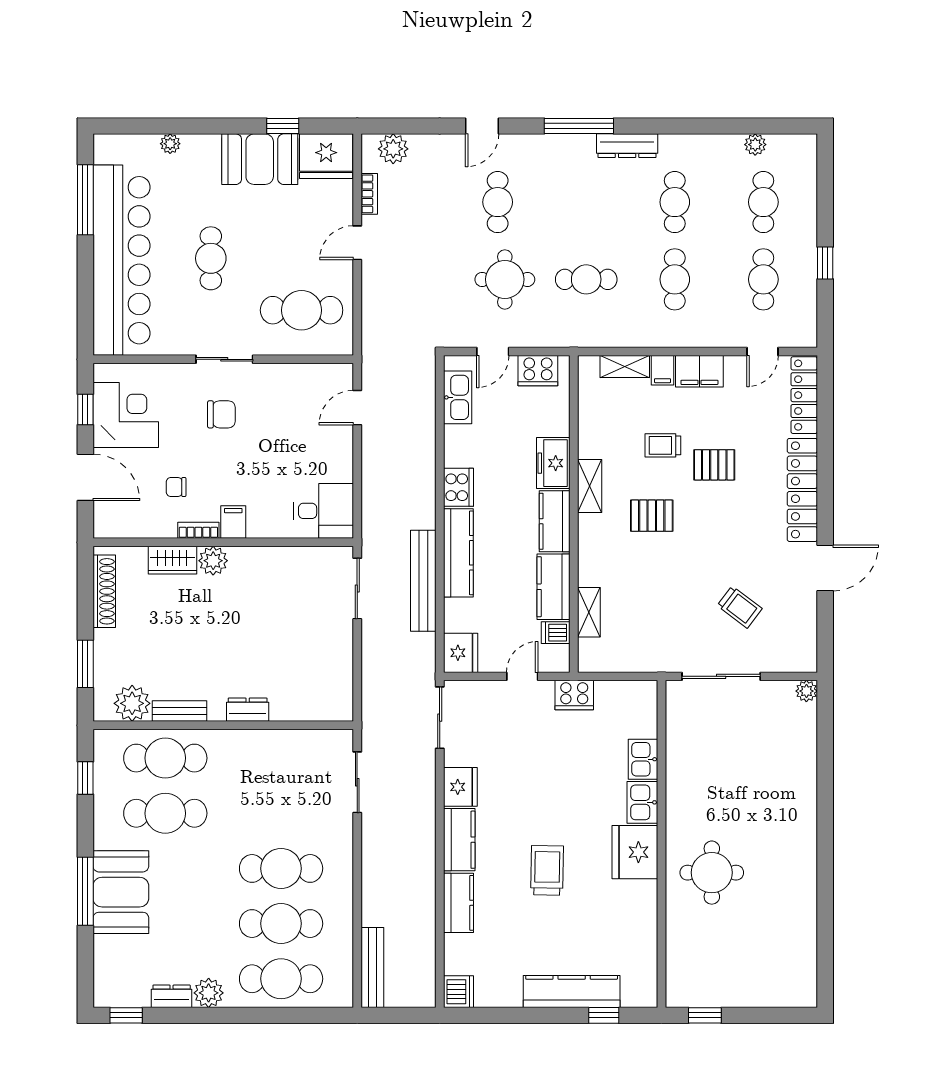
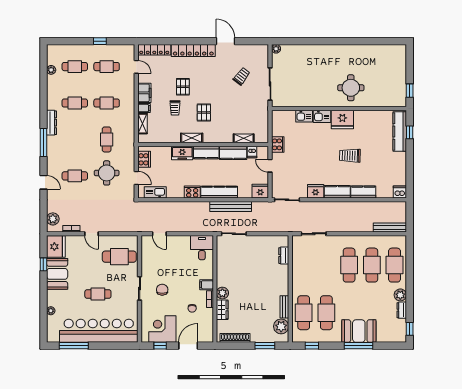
cafe table: (302, 310) -> (119, 257), turned 90
dresser: (248, 710) -> (284, 256), moved
kitchen counter: (572, 992) -> (400, 132), moved

